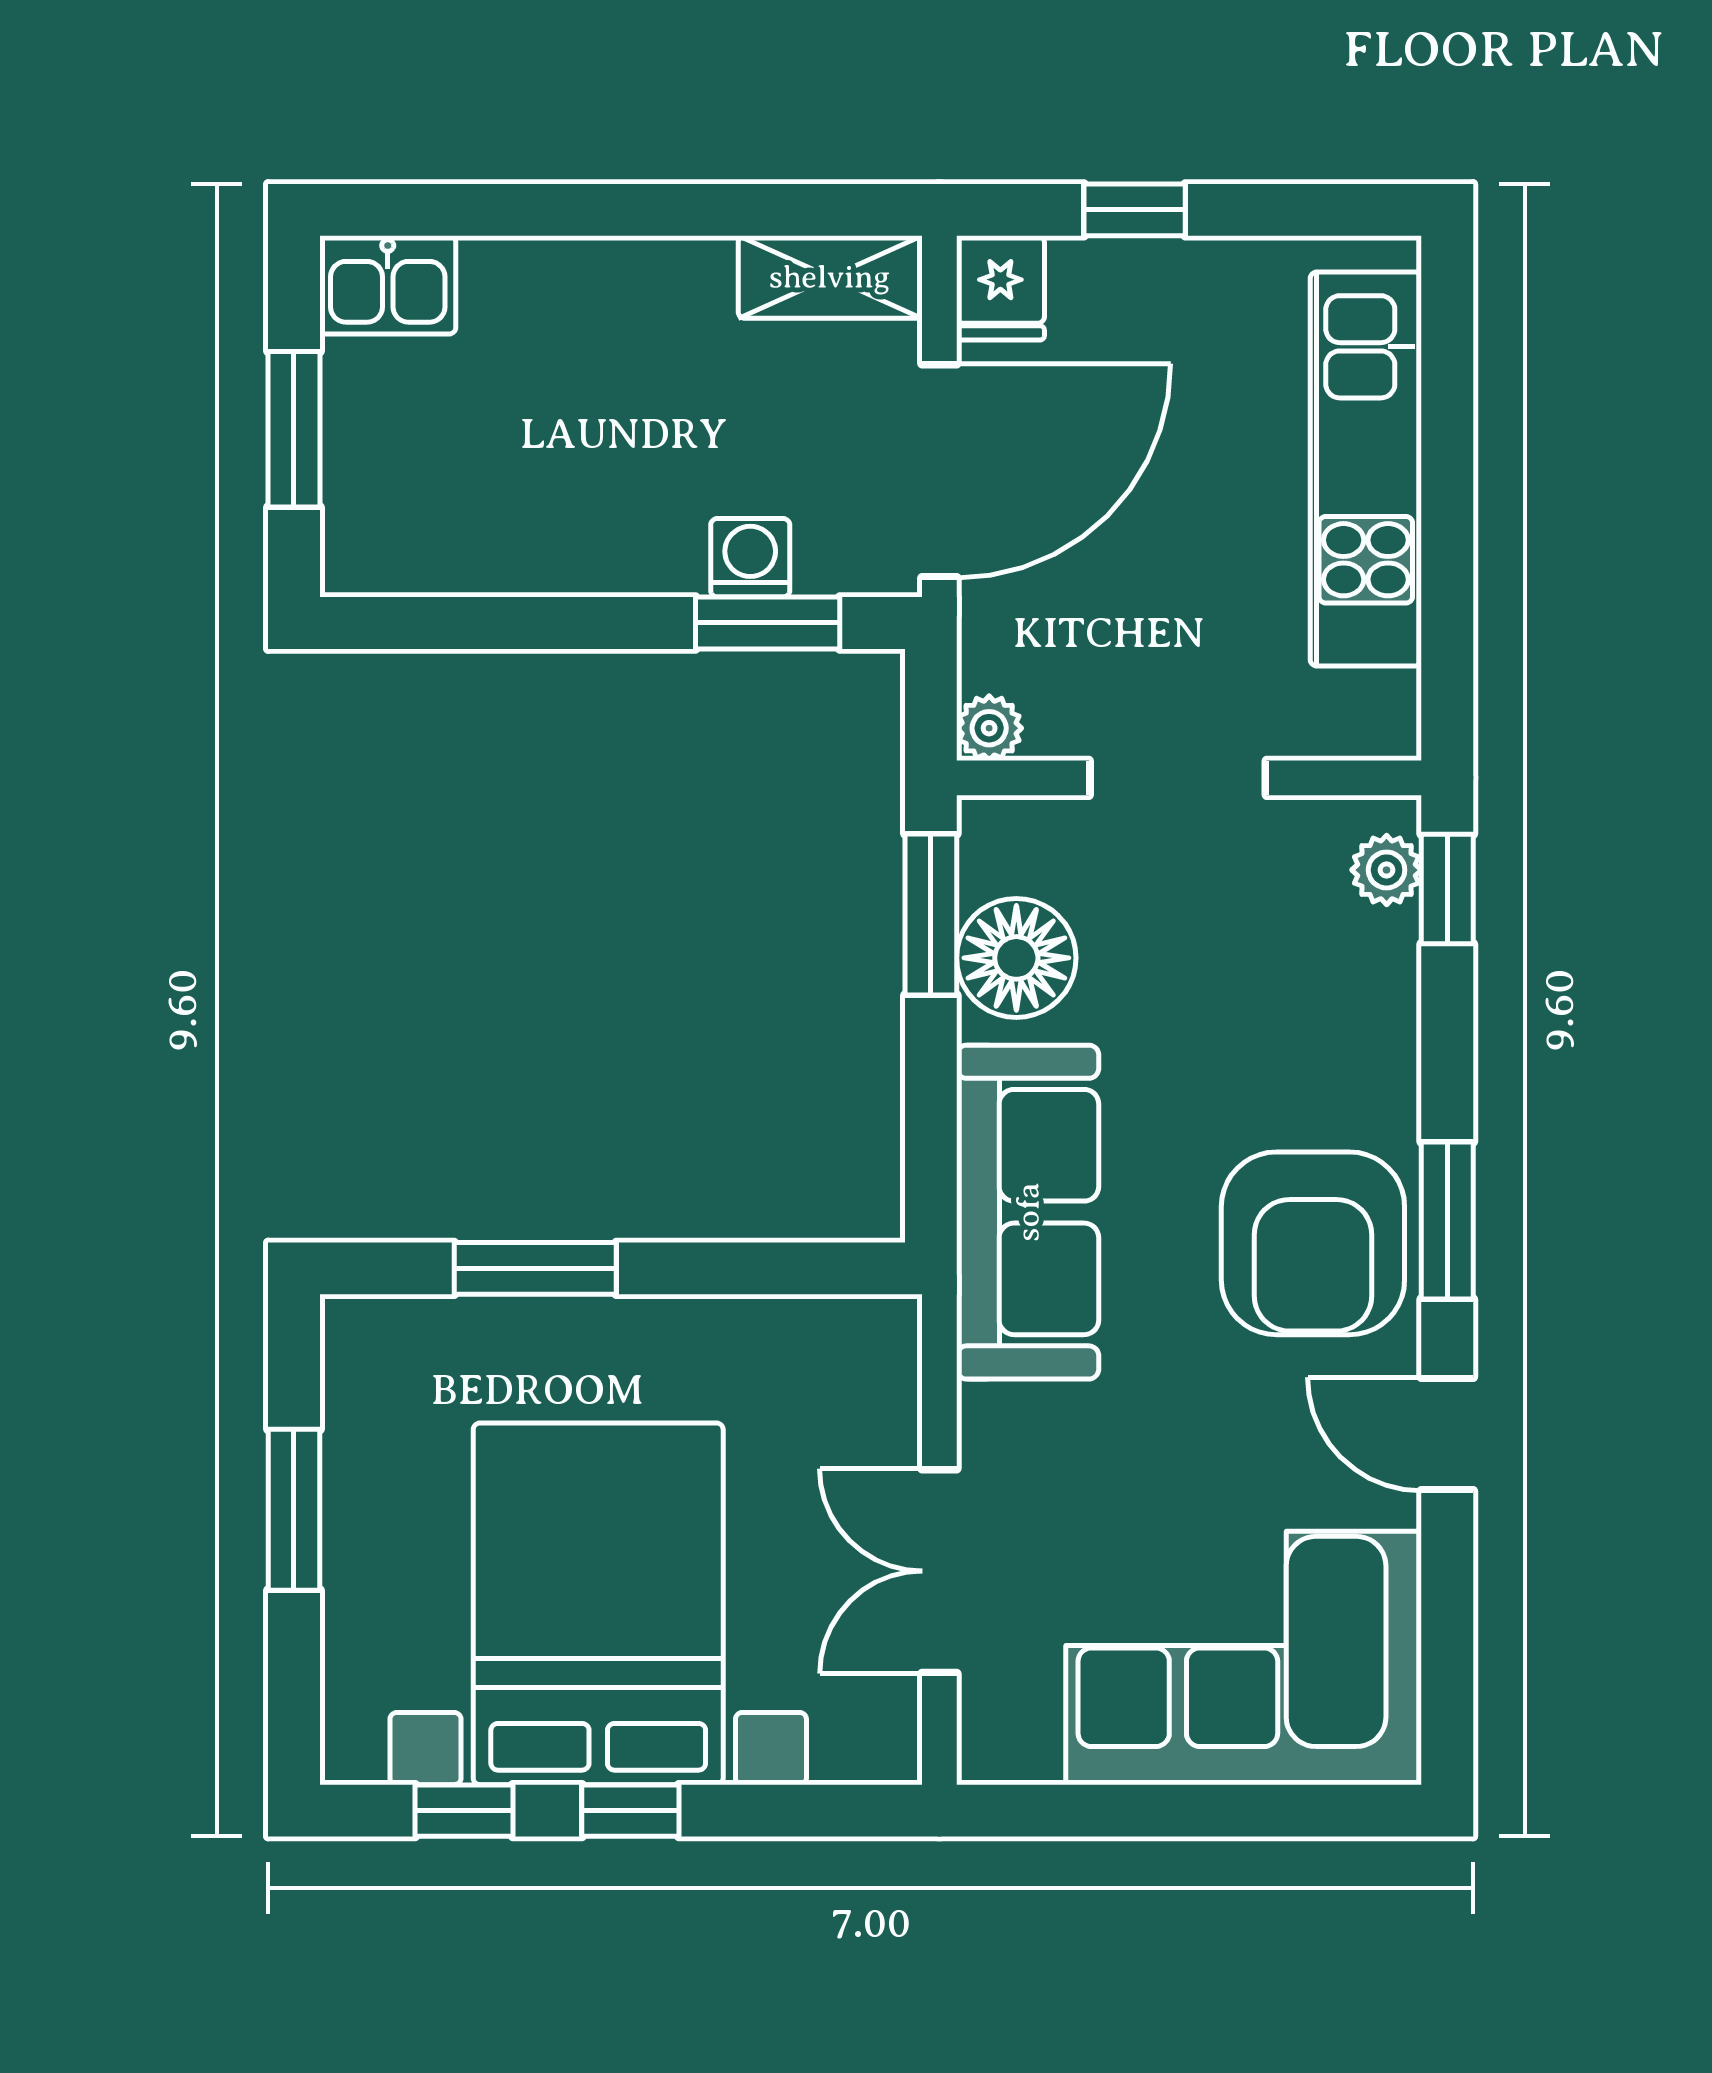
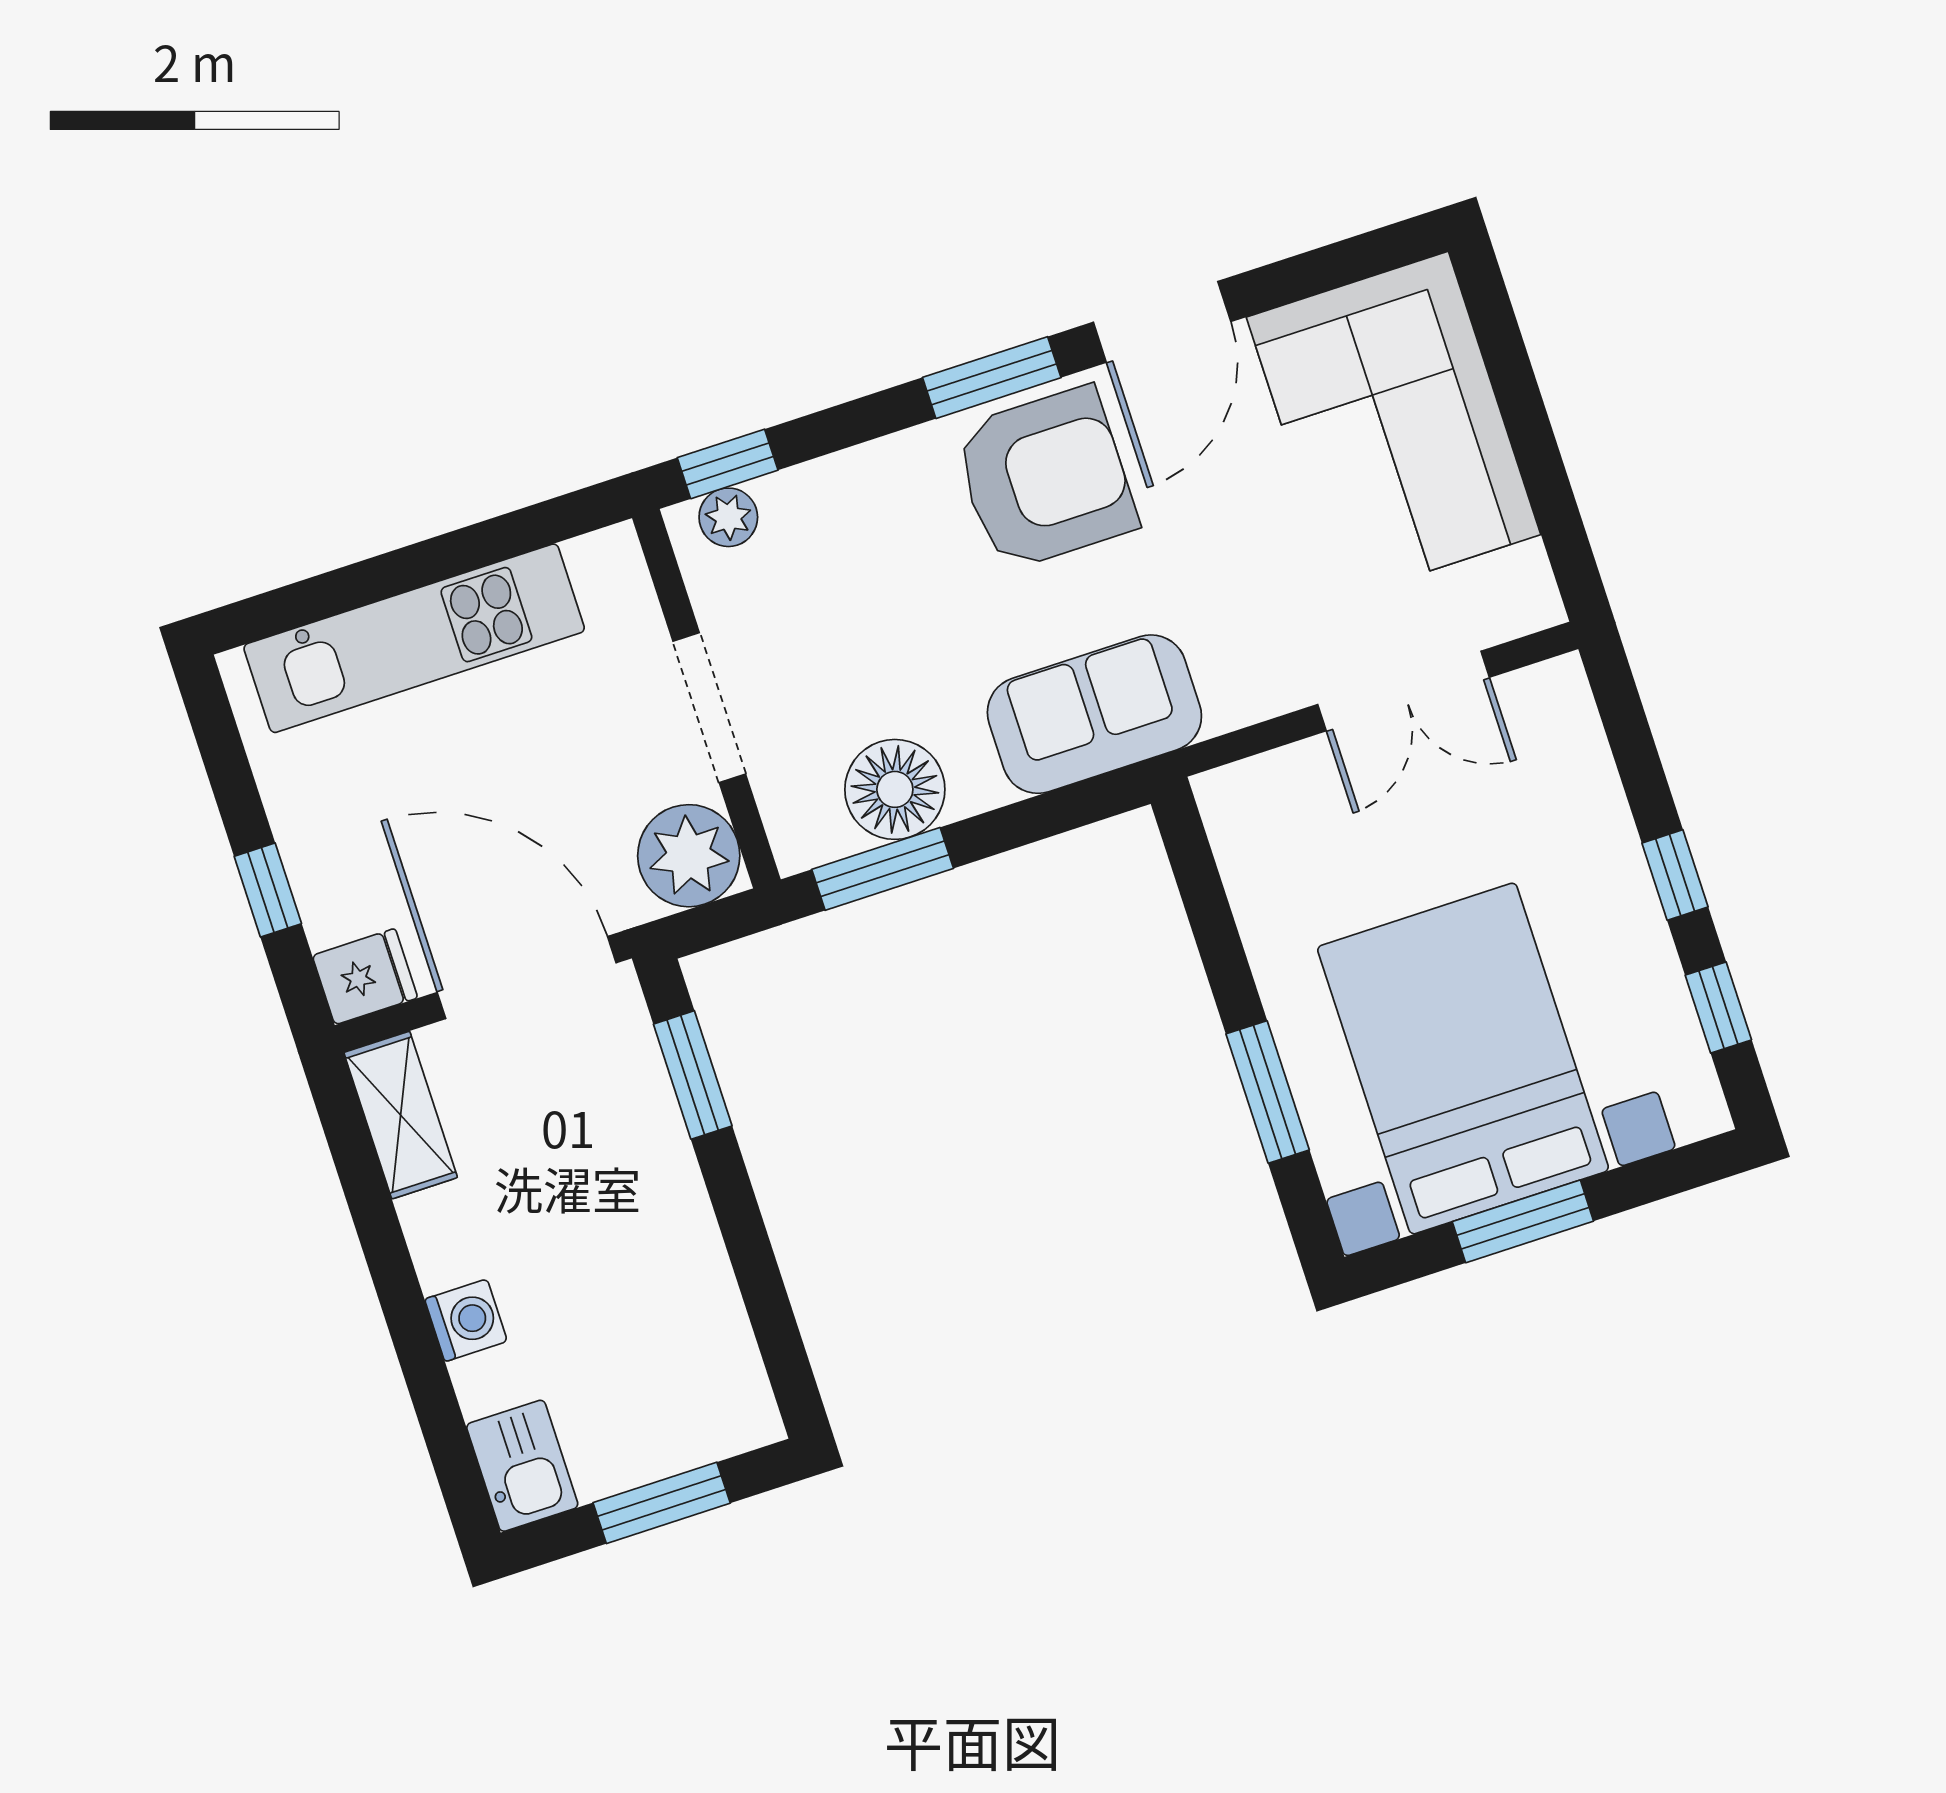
washing machine: (750, 558) -> (466, 1320), moved, turned 180
plant: (989, 728) -> (689, 856), width x1.87, depth x1.87
sofa: (1028, 1212) -> (1094, 714), width x0.73
door: (1447, 1434) -> (1162, 322), width x1.38
bed with nightstands: (598, 1604) -> (1463, 1059), moved, turned 90

